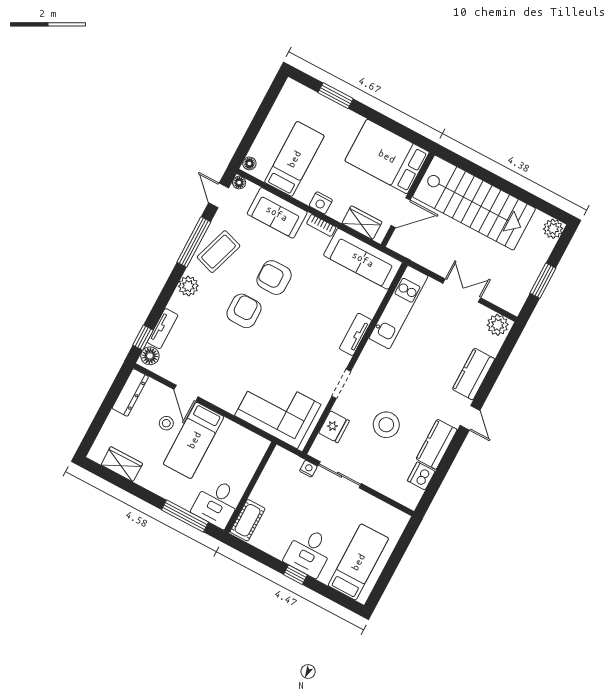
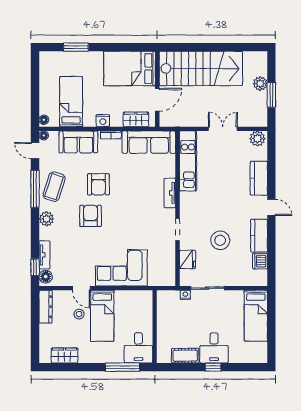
plant: (553, 229) -> (260, 84), moved
armchair: (274, 278) -> (98, 184), turned -90
corner sofa: (278, 410) -> (121, 268), moved
cot: (248, 520) -> (185, 356), moved, turned 90
bed: (358, 562) -> (256, 316), moved, turned 180

